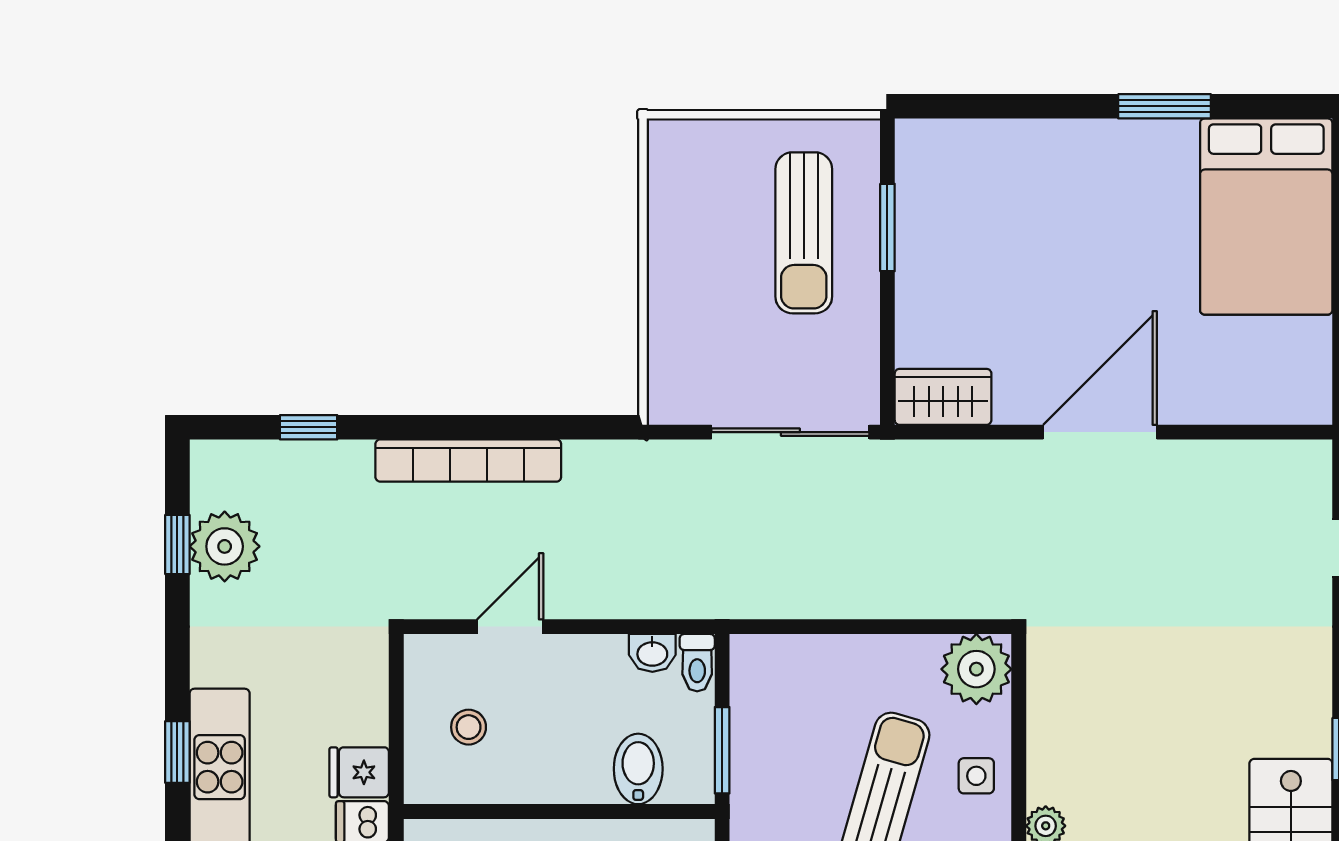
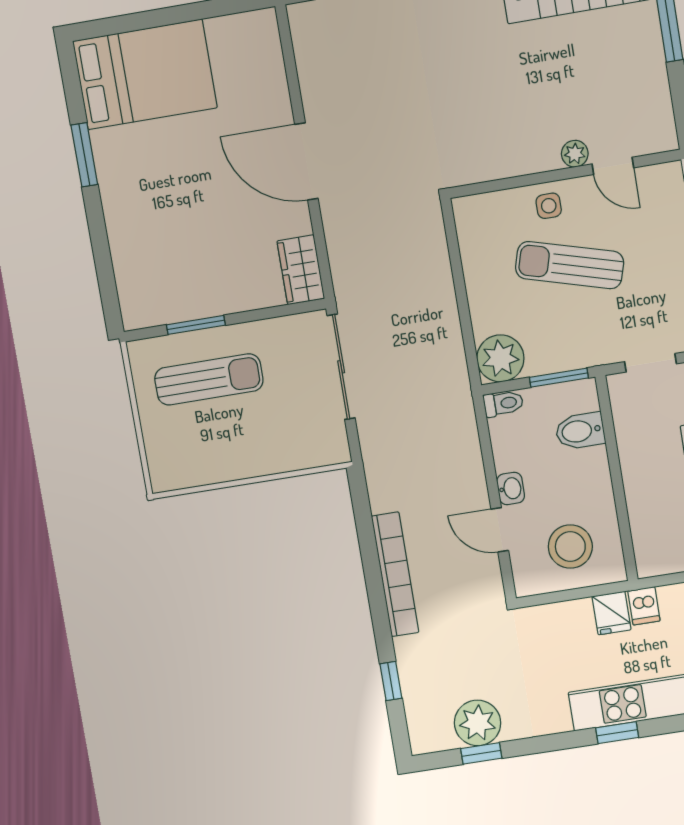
washbasin: (652, 653) -> (511, 488), moved
plant: (976, 669) -> (500, 358), moved
stool: (469, 727) -> (570, 547), width x1.89, depth x1.89

